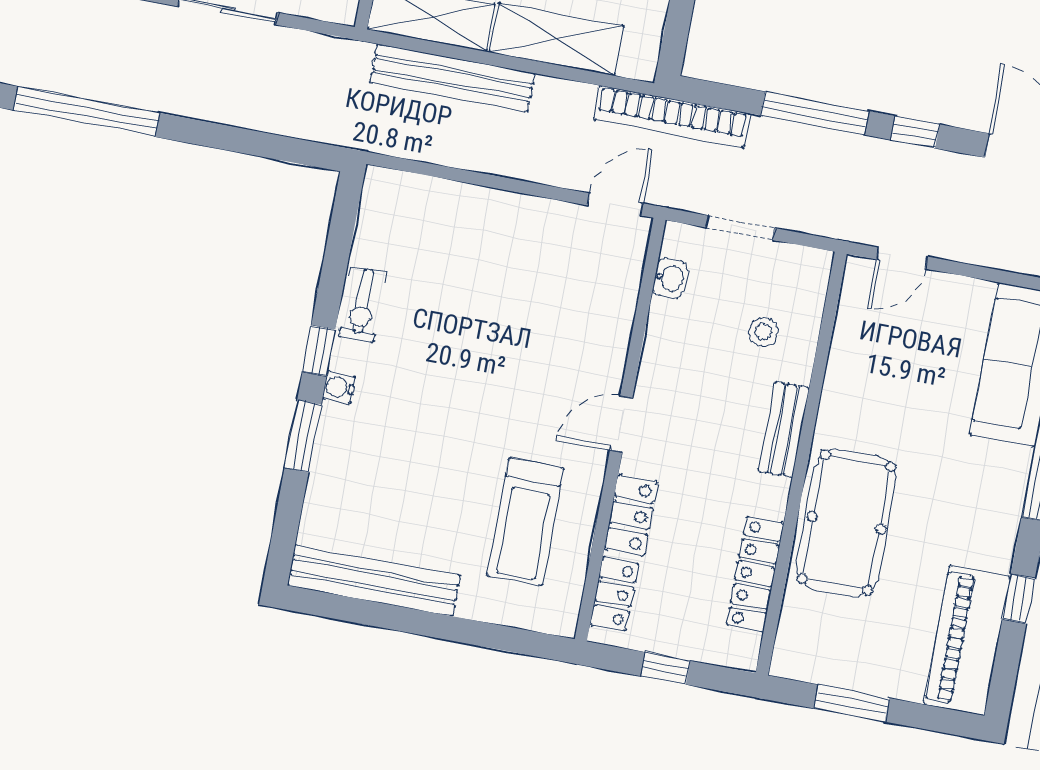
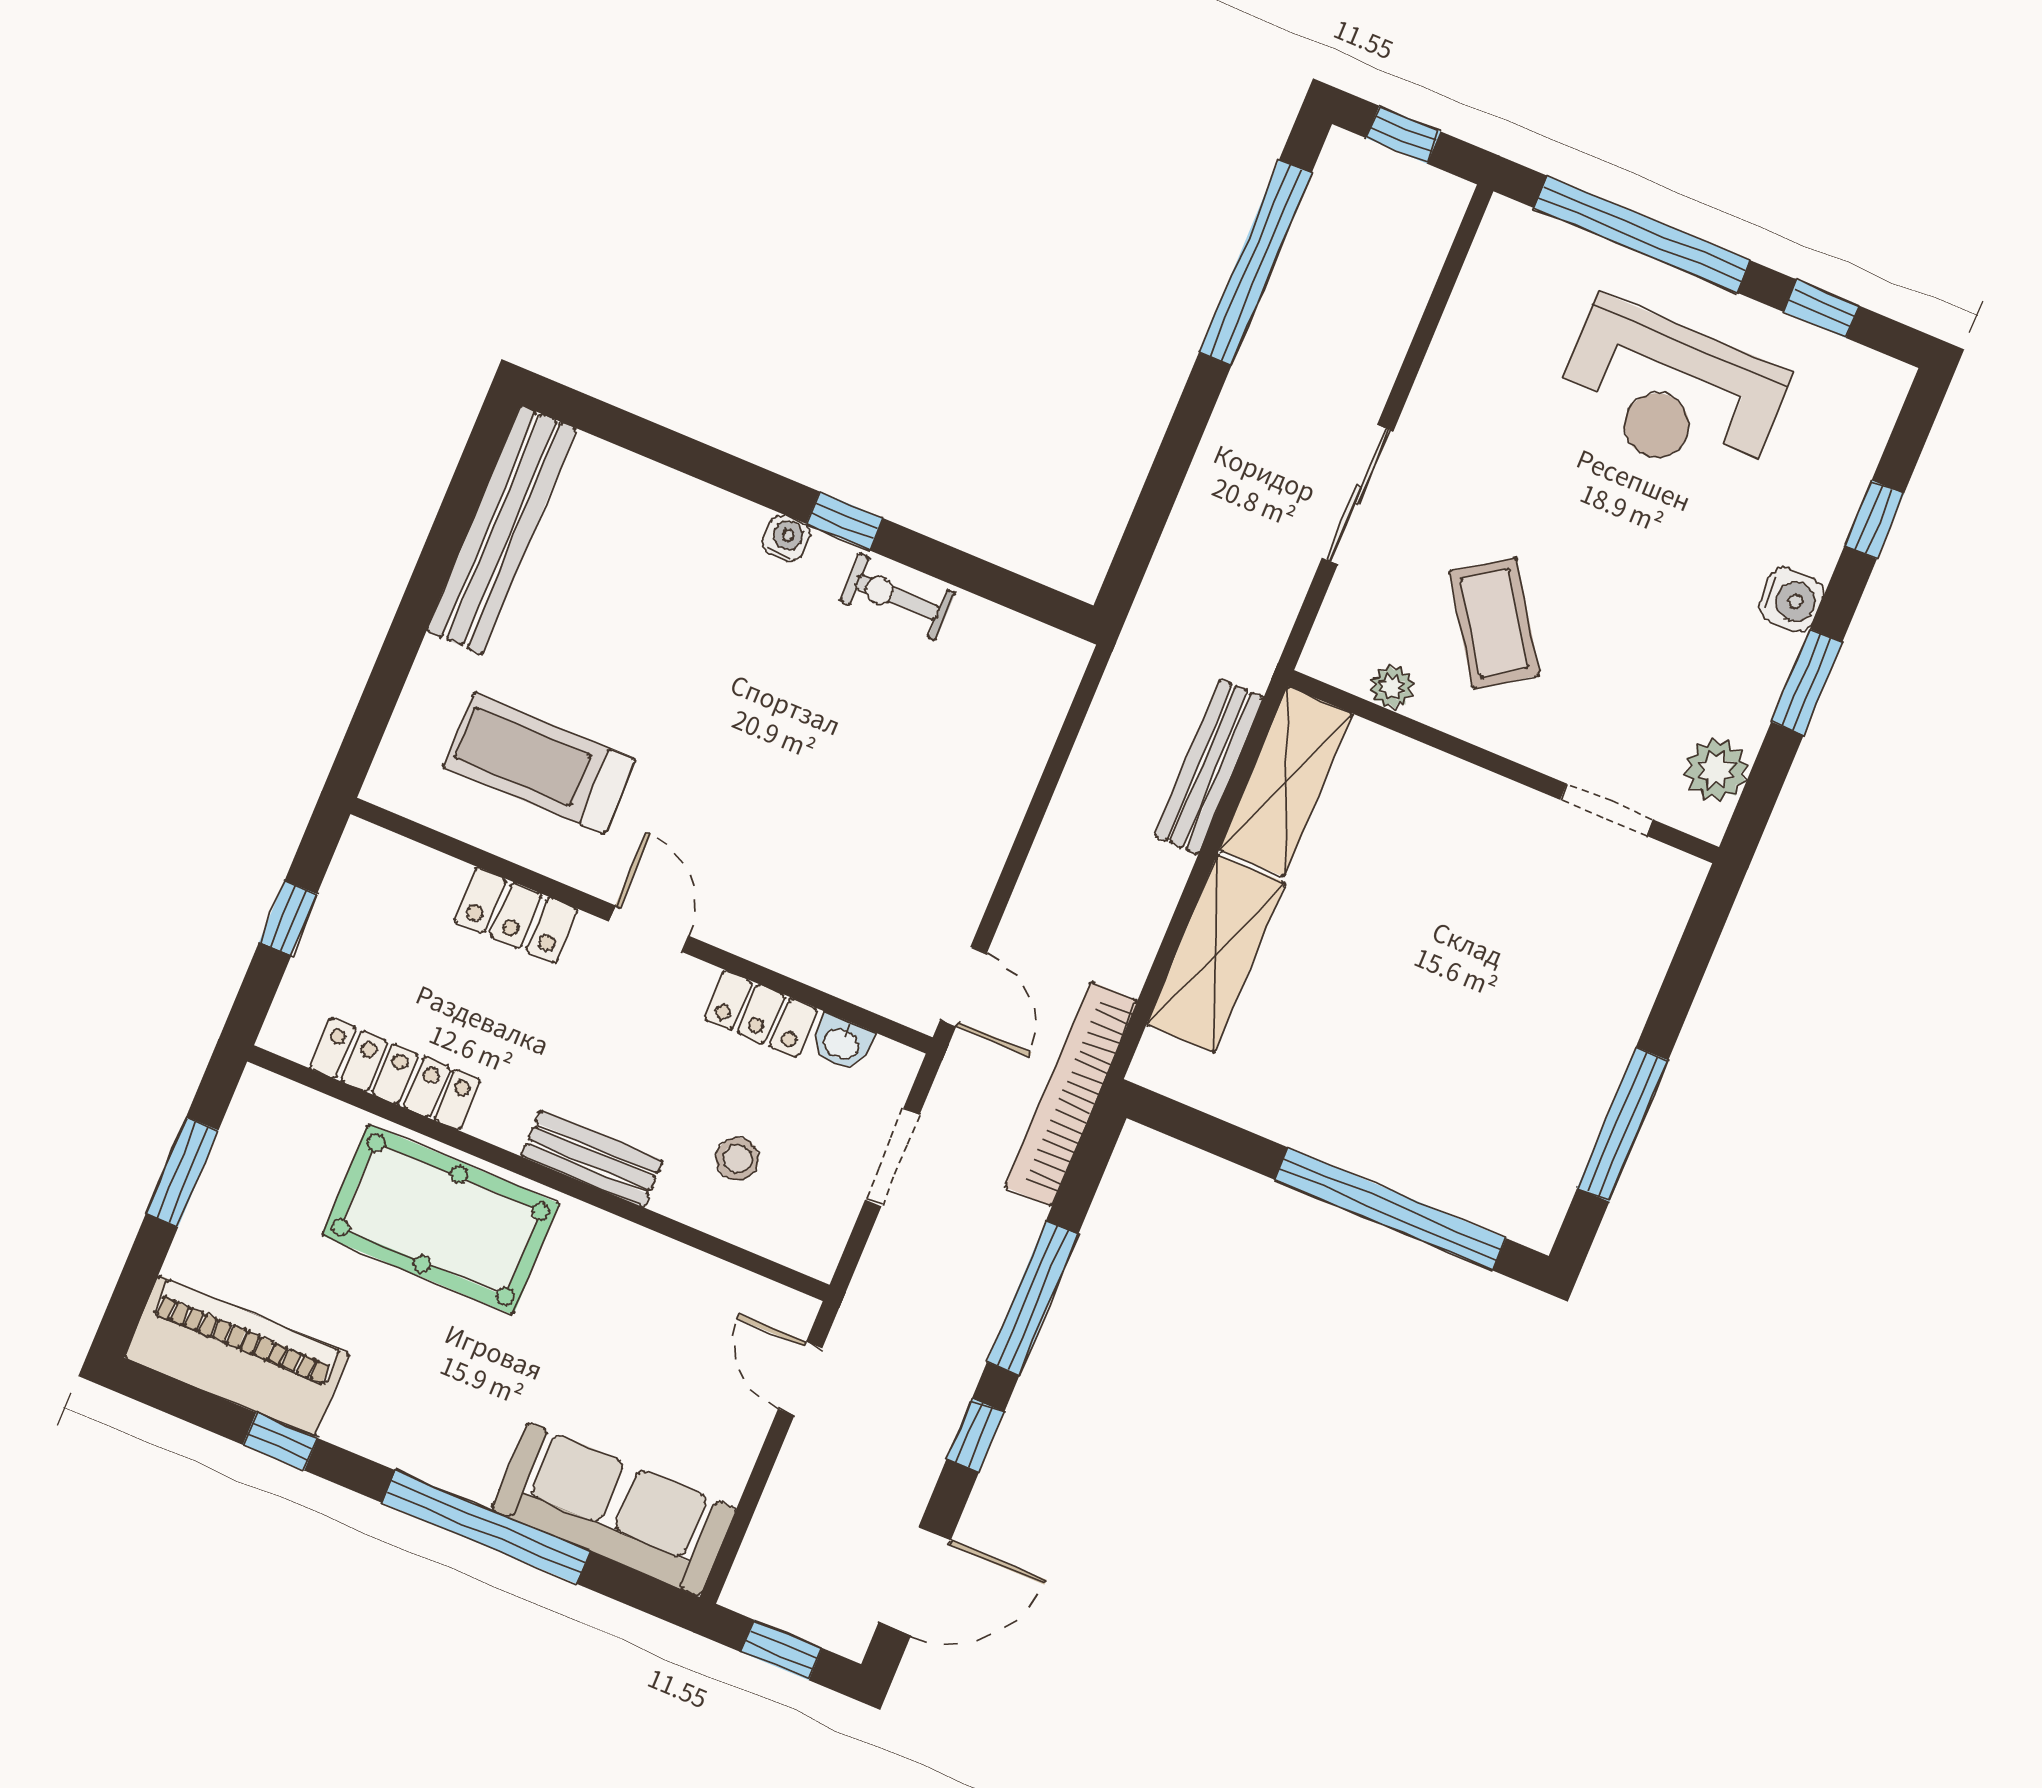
bench: (452, 78) -> (1209, 766), width x0.73, depth x0.82
window: (303, 436) -> (728, 472), removed
locker: (614, 594) -> (761, 1014), moved

